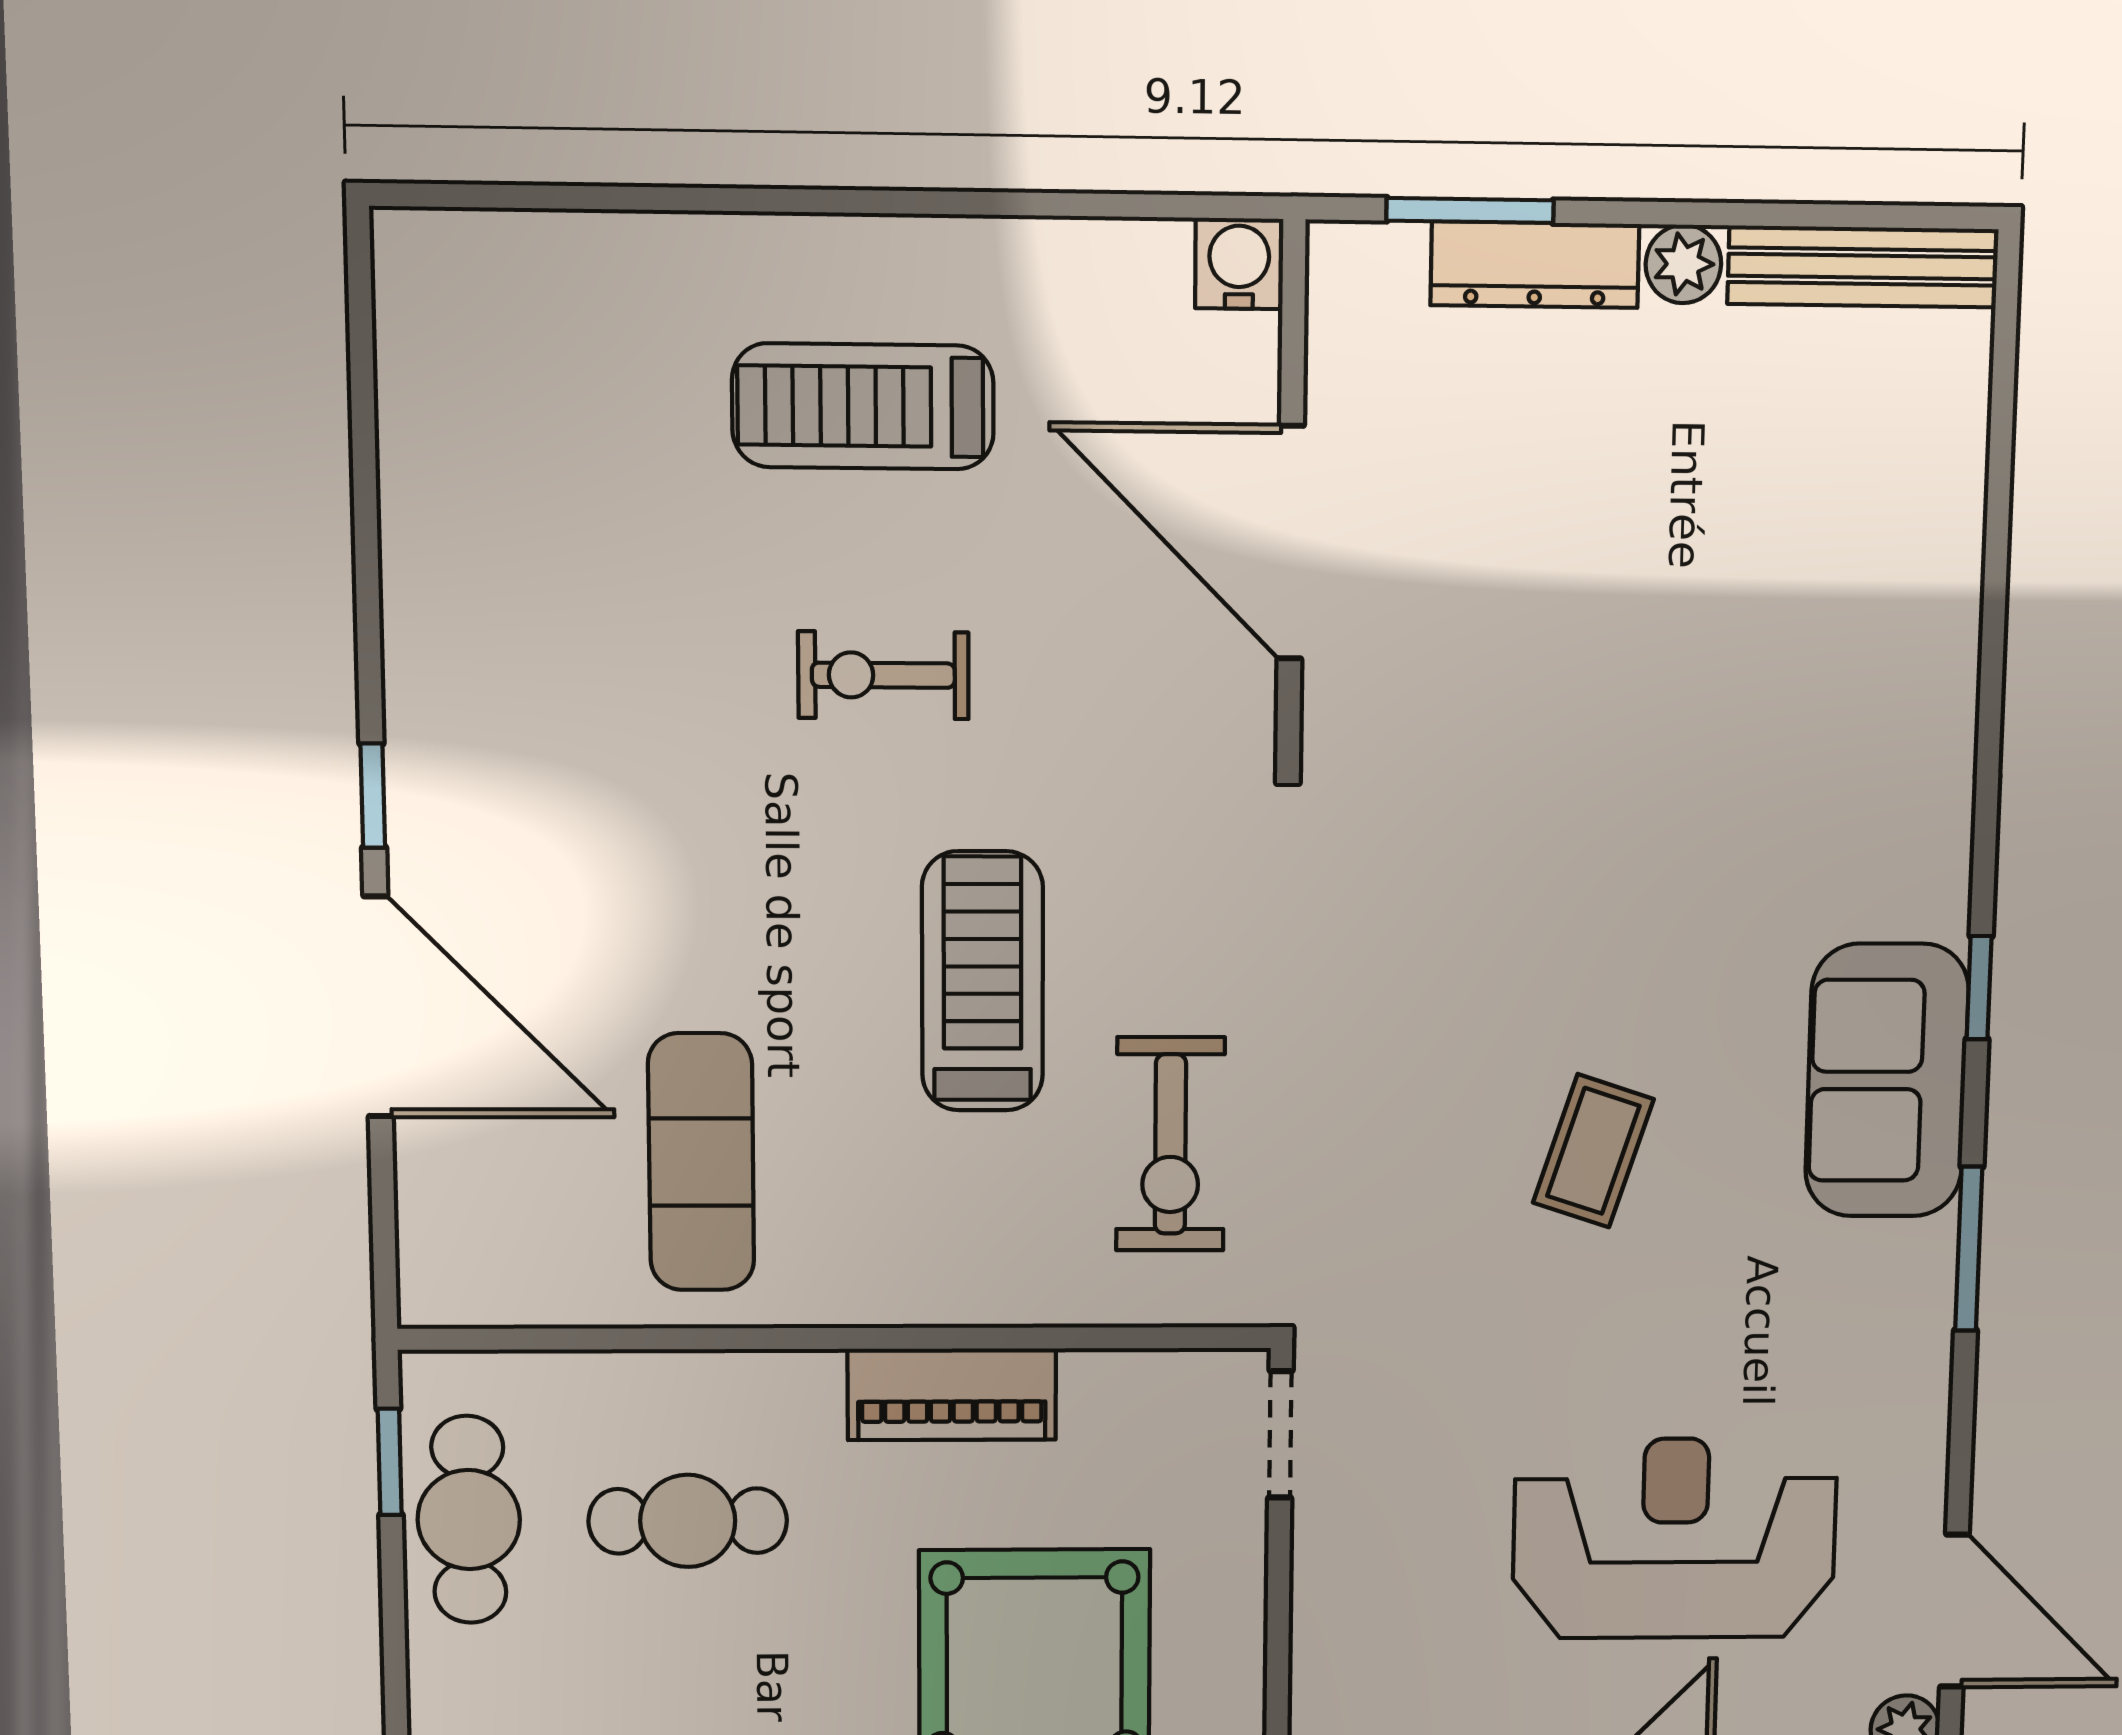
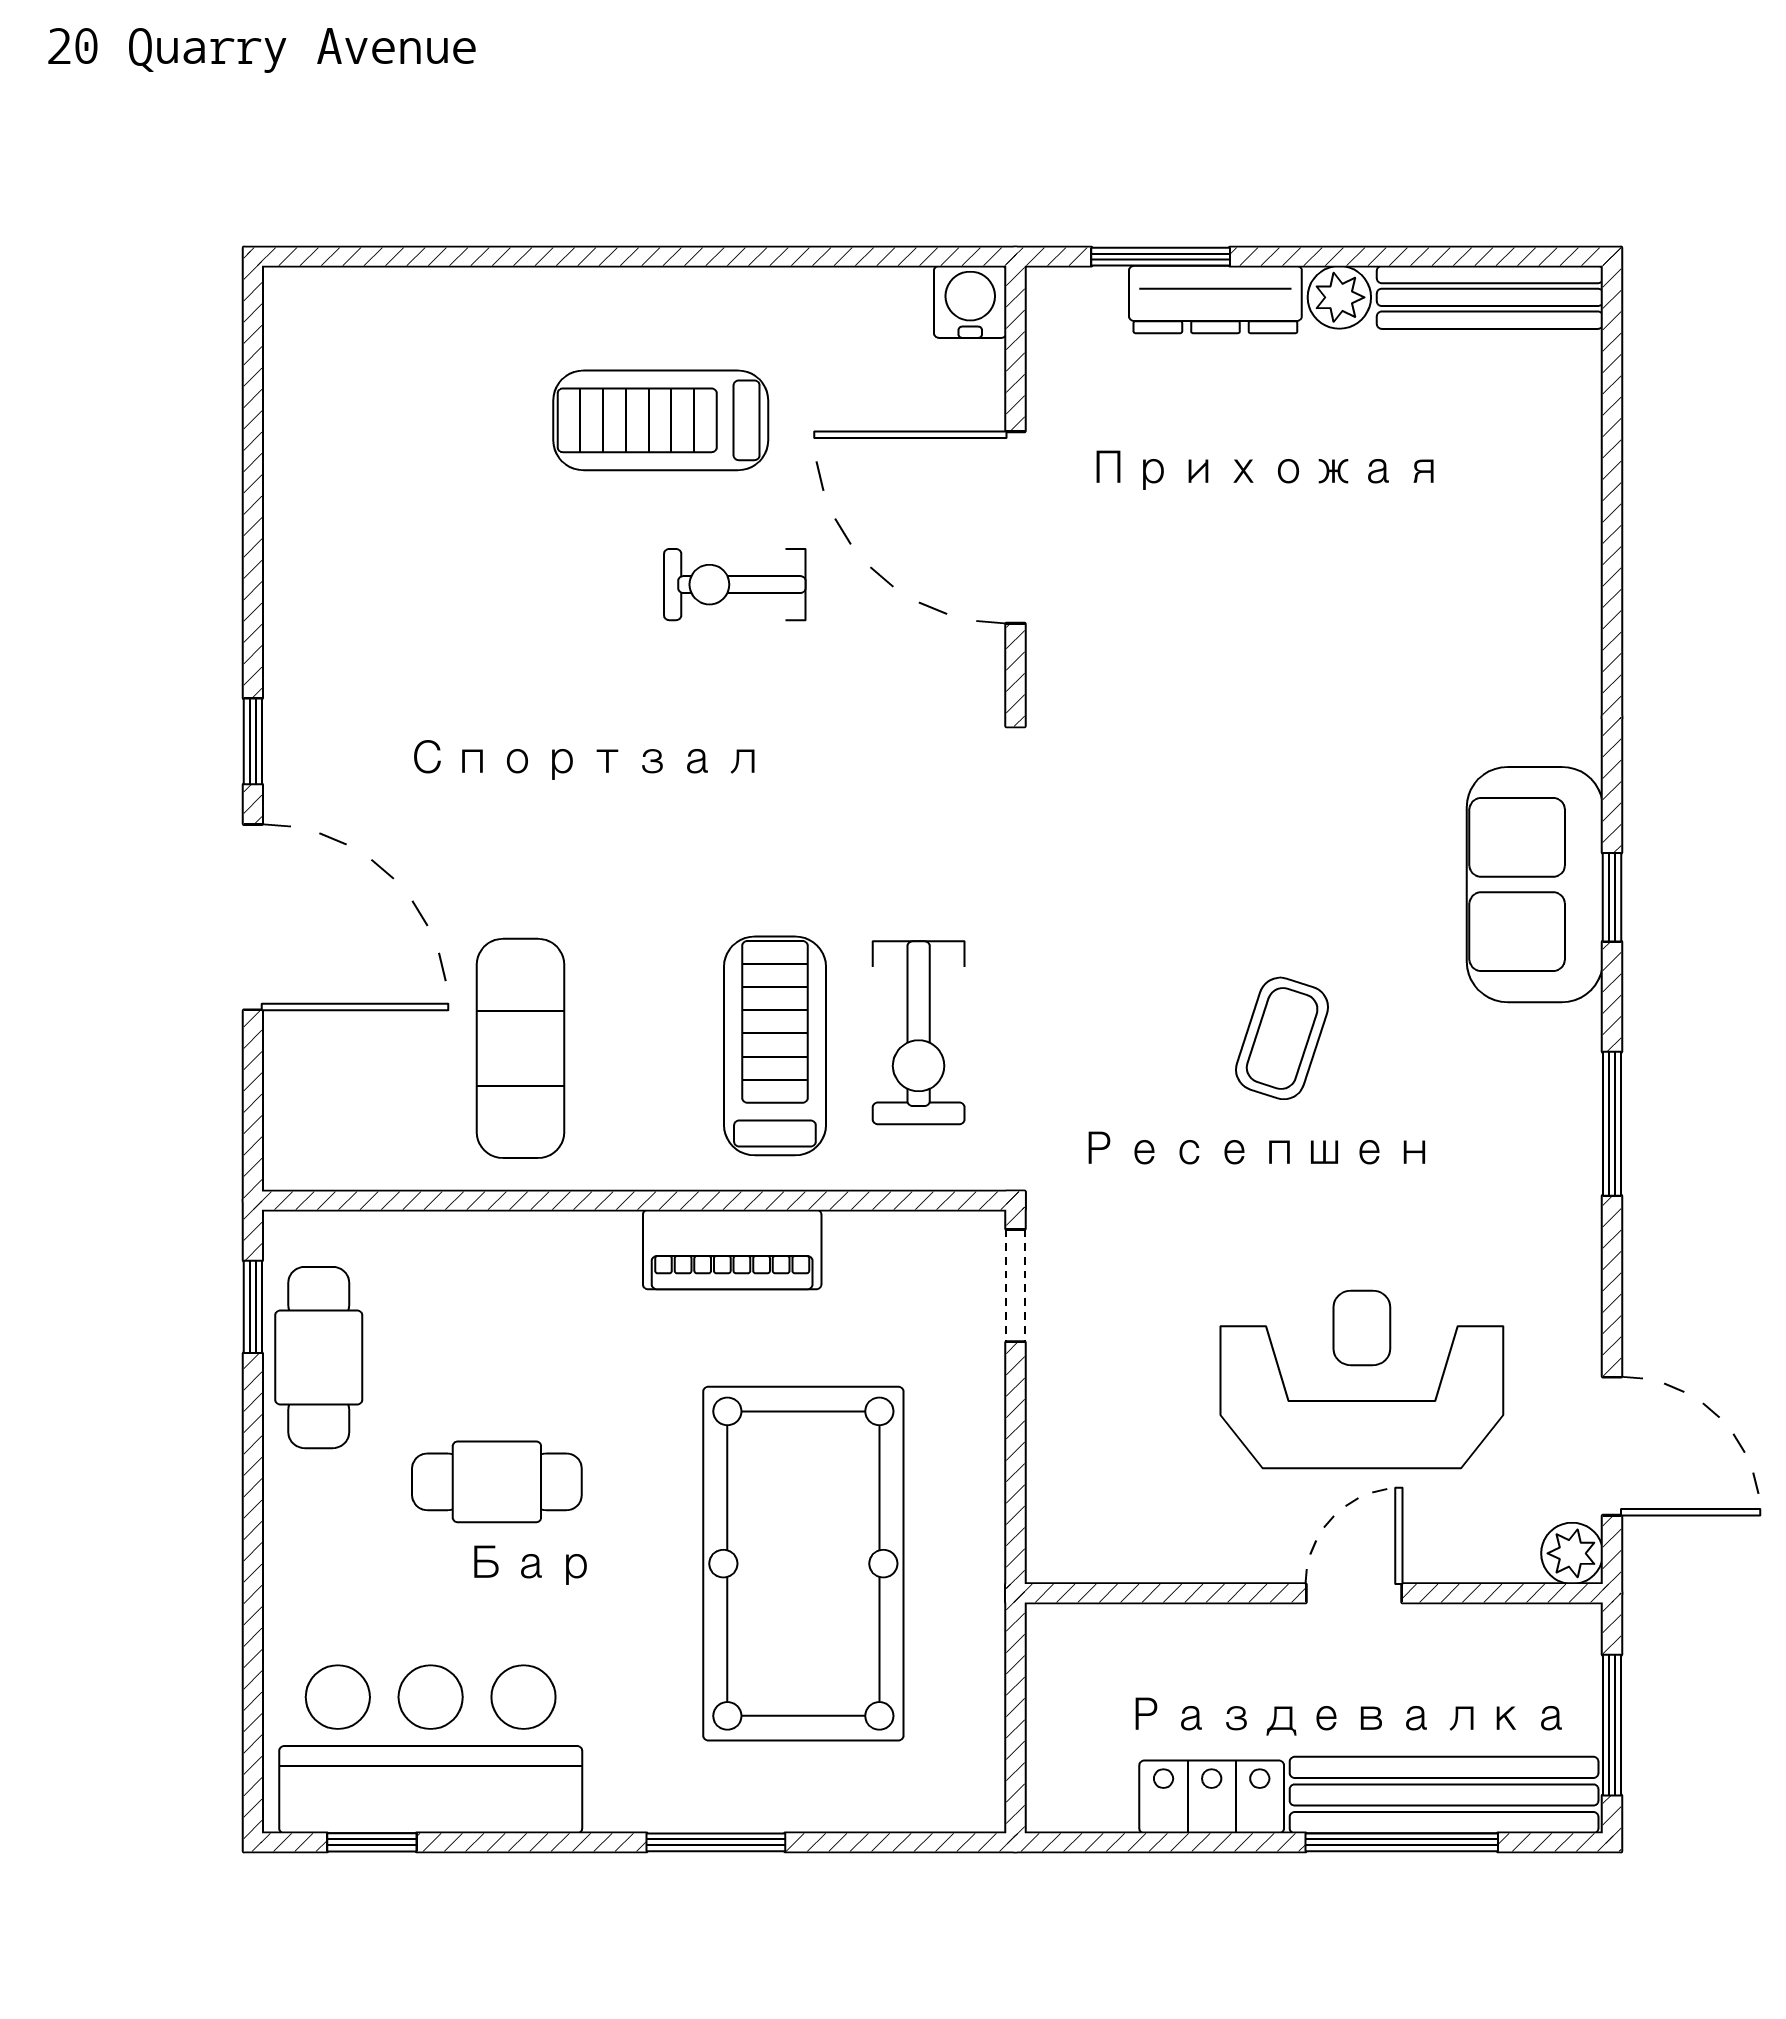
exercise bike: (883, 675) -> (735, 585), moved
treadmill: (983, 981) -> (775, 1046), moved
sofa: (1887, 1080) -> (1535, 885), moved
cafe table: (688, 1521) -> (497, 1482), moved

